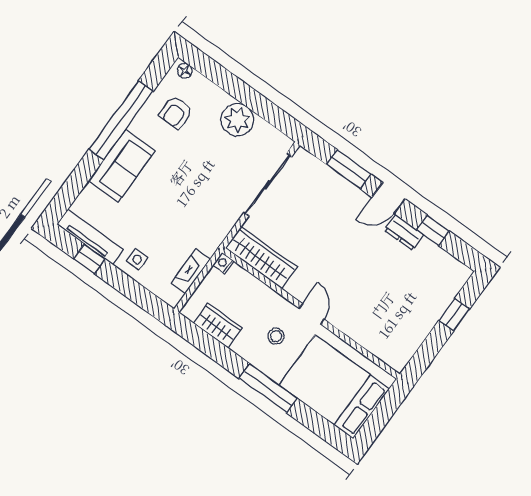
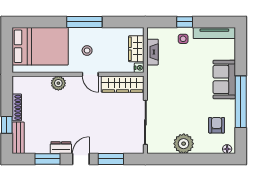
window: (433, 230) -> (47, 159), width x1.50
window: (89, 259) -> (185, 22), moved
bench: (451, 287) -> (18, 138), added
door: (312, 314) -> (90, 74), moved
plant: (346, 320) -> (58, 83), added
wardrobe: (218, 326) -> (136, 49), moved, turned 90
shoe rack: (424, 328) -> (17, 107), added
window: (268, 388) -> (84, 22), moved

